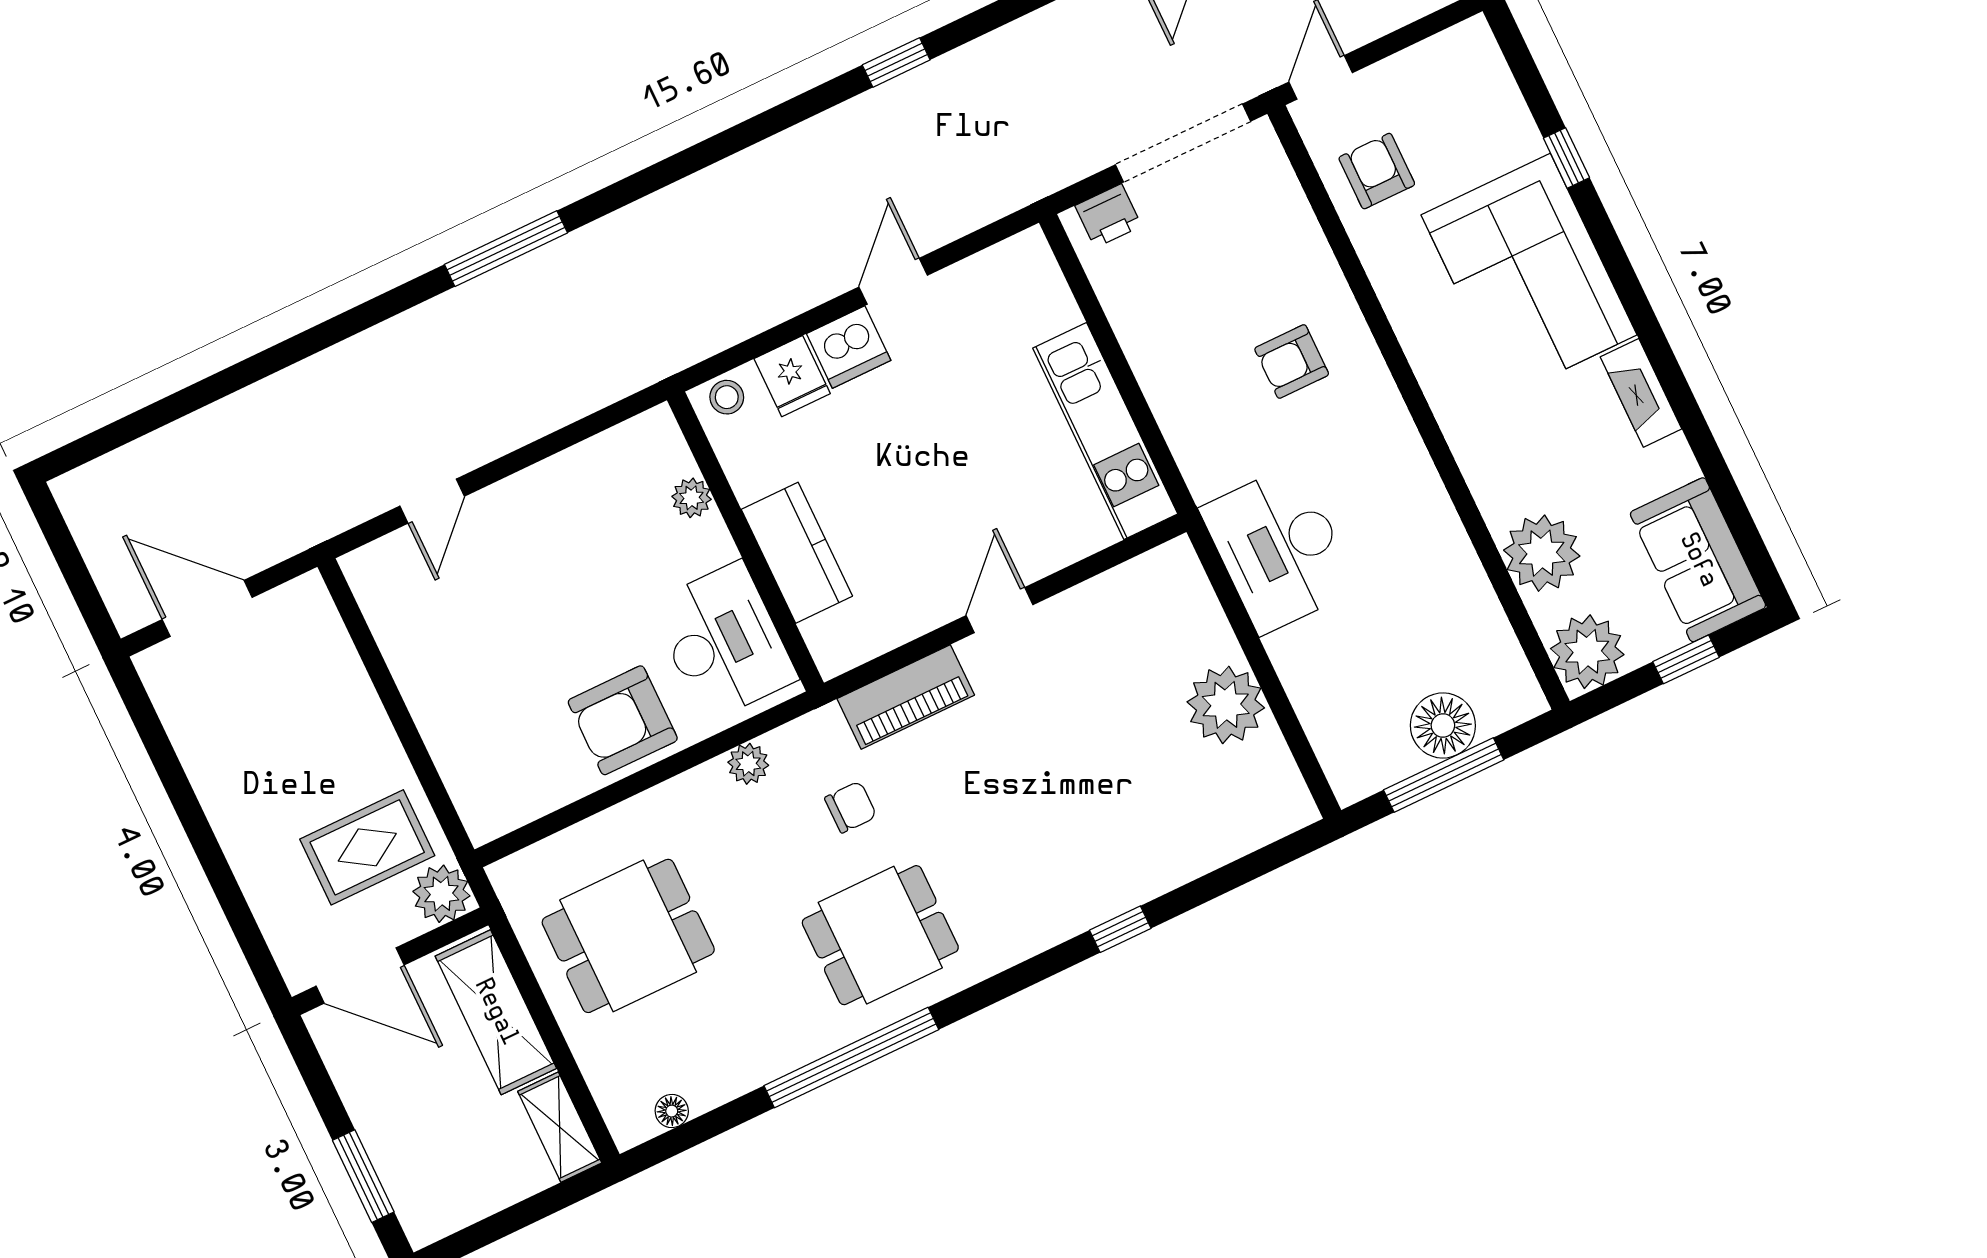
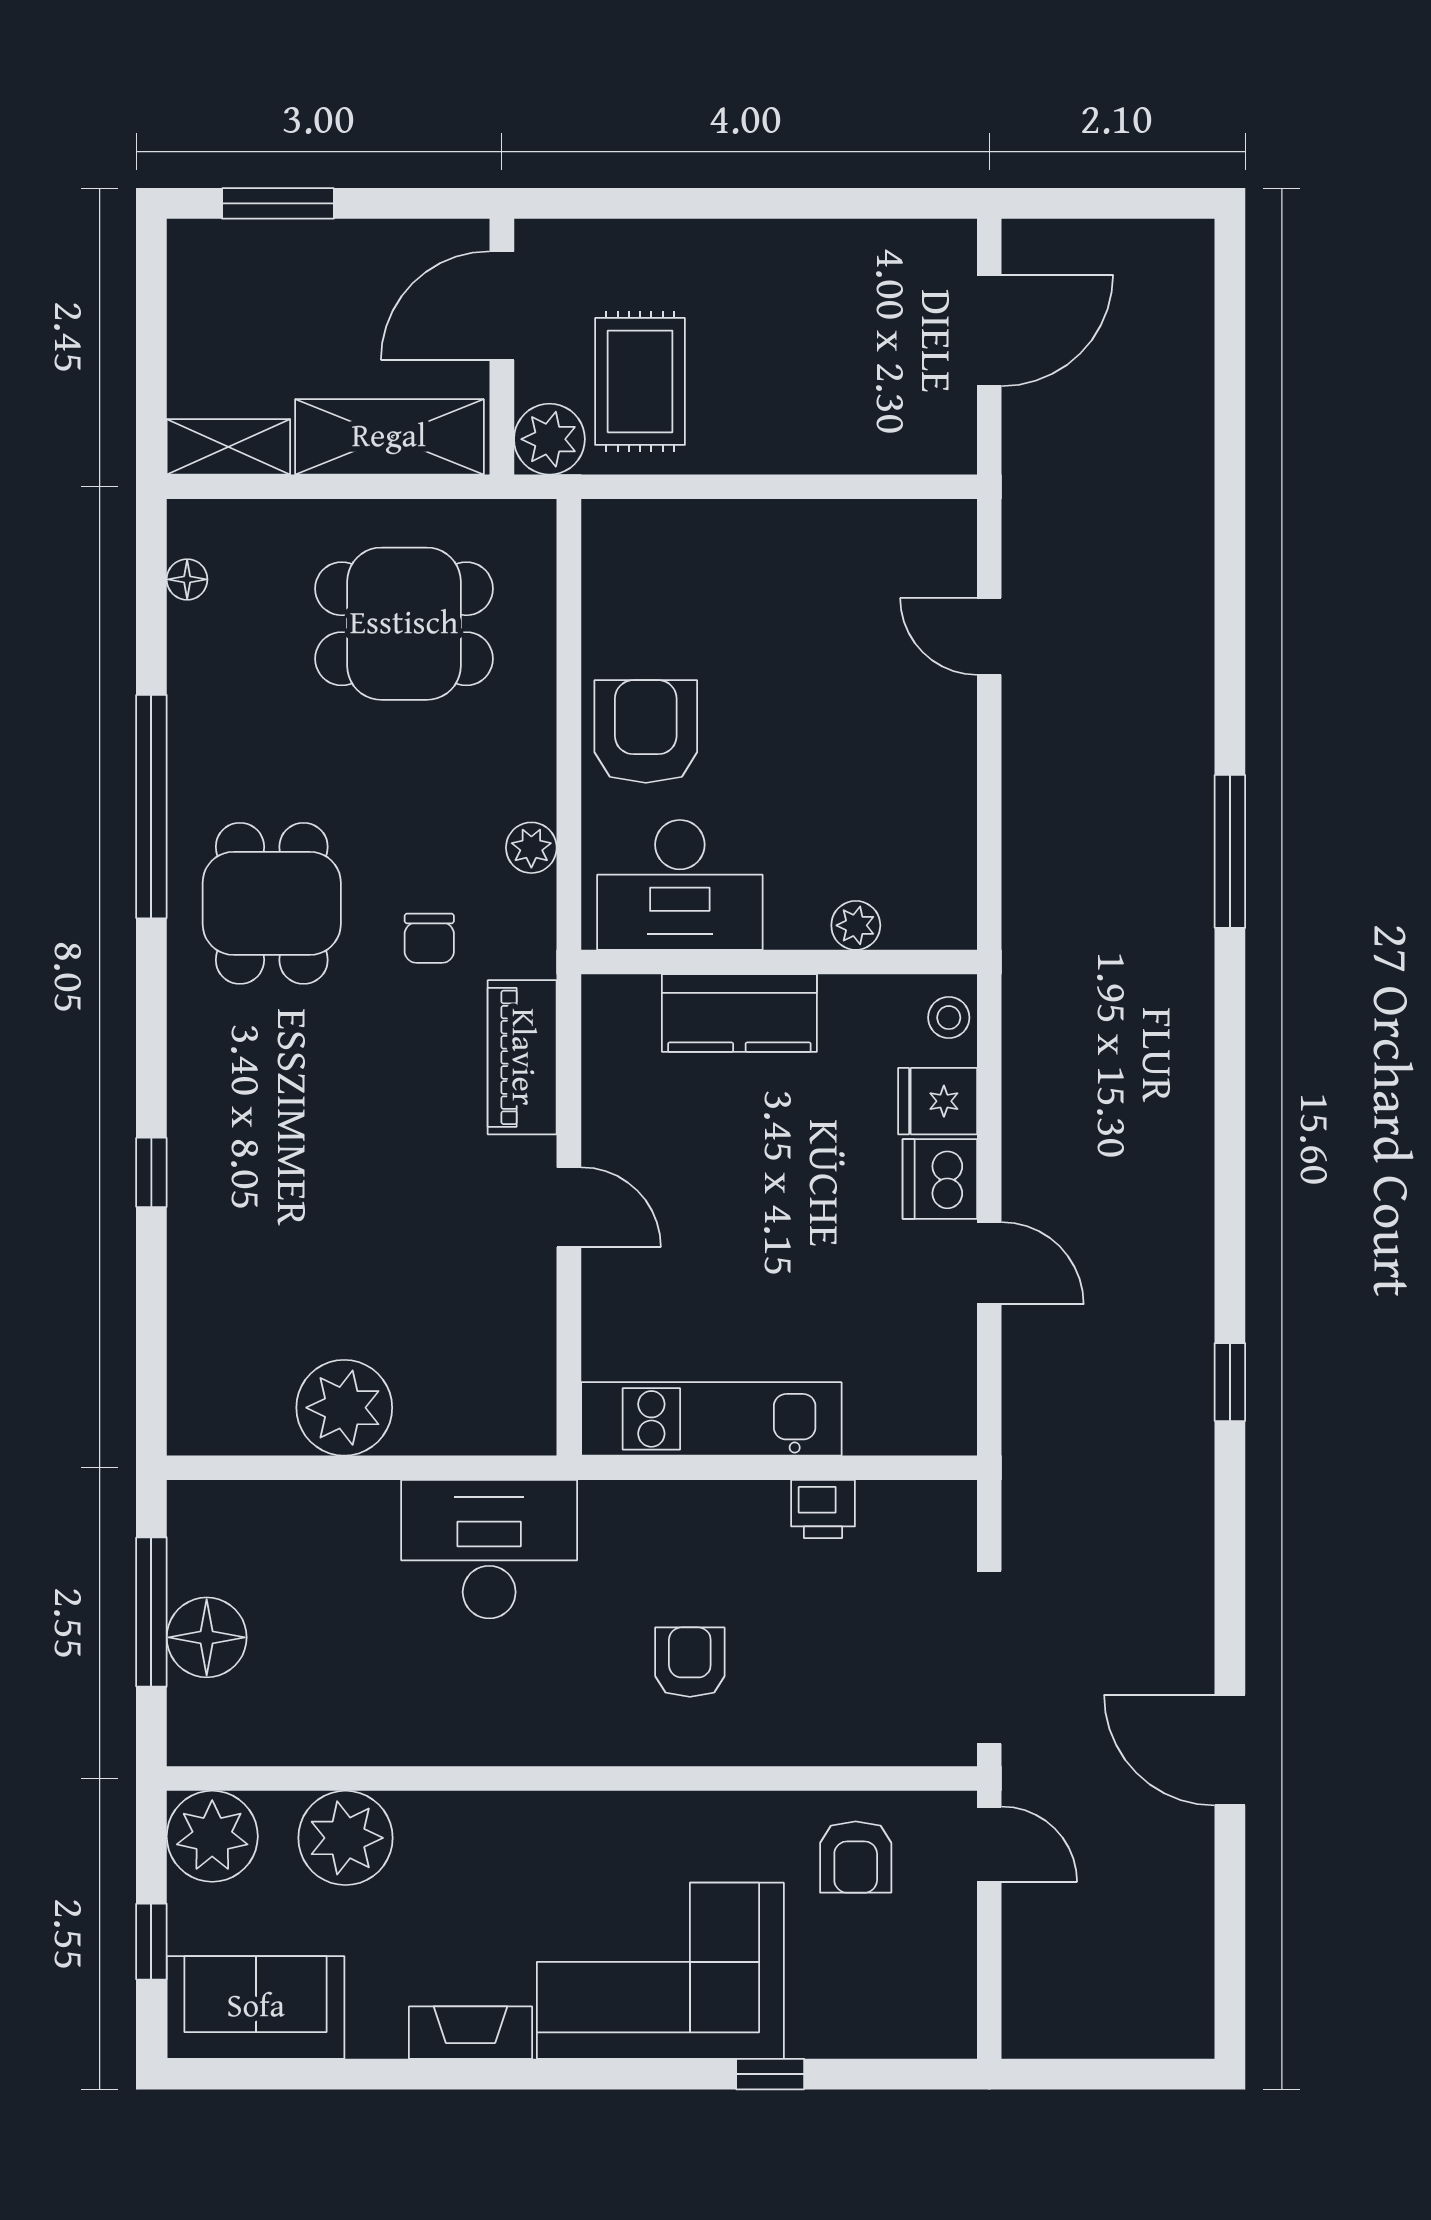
armchair: (1377, 171) -> (856, 1857), turned 90
printer: (1108, 216) -> (823, 1509), moved, turned -90
dining table: (628, 936) -> (404, 624), turned 90

